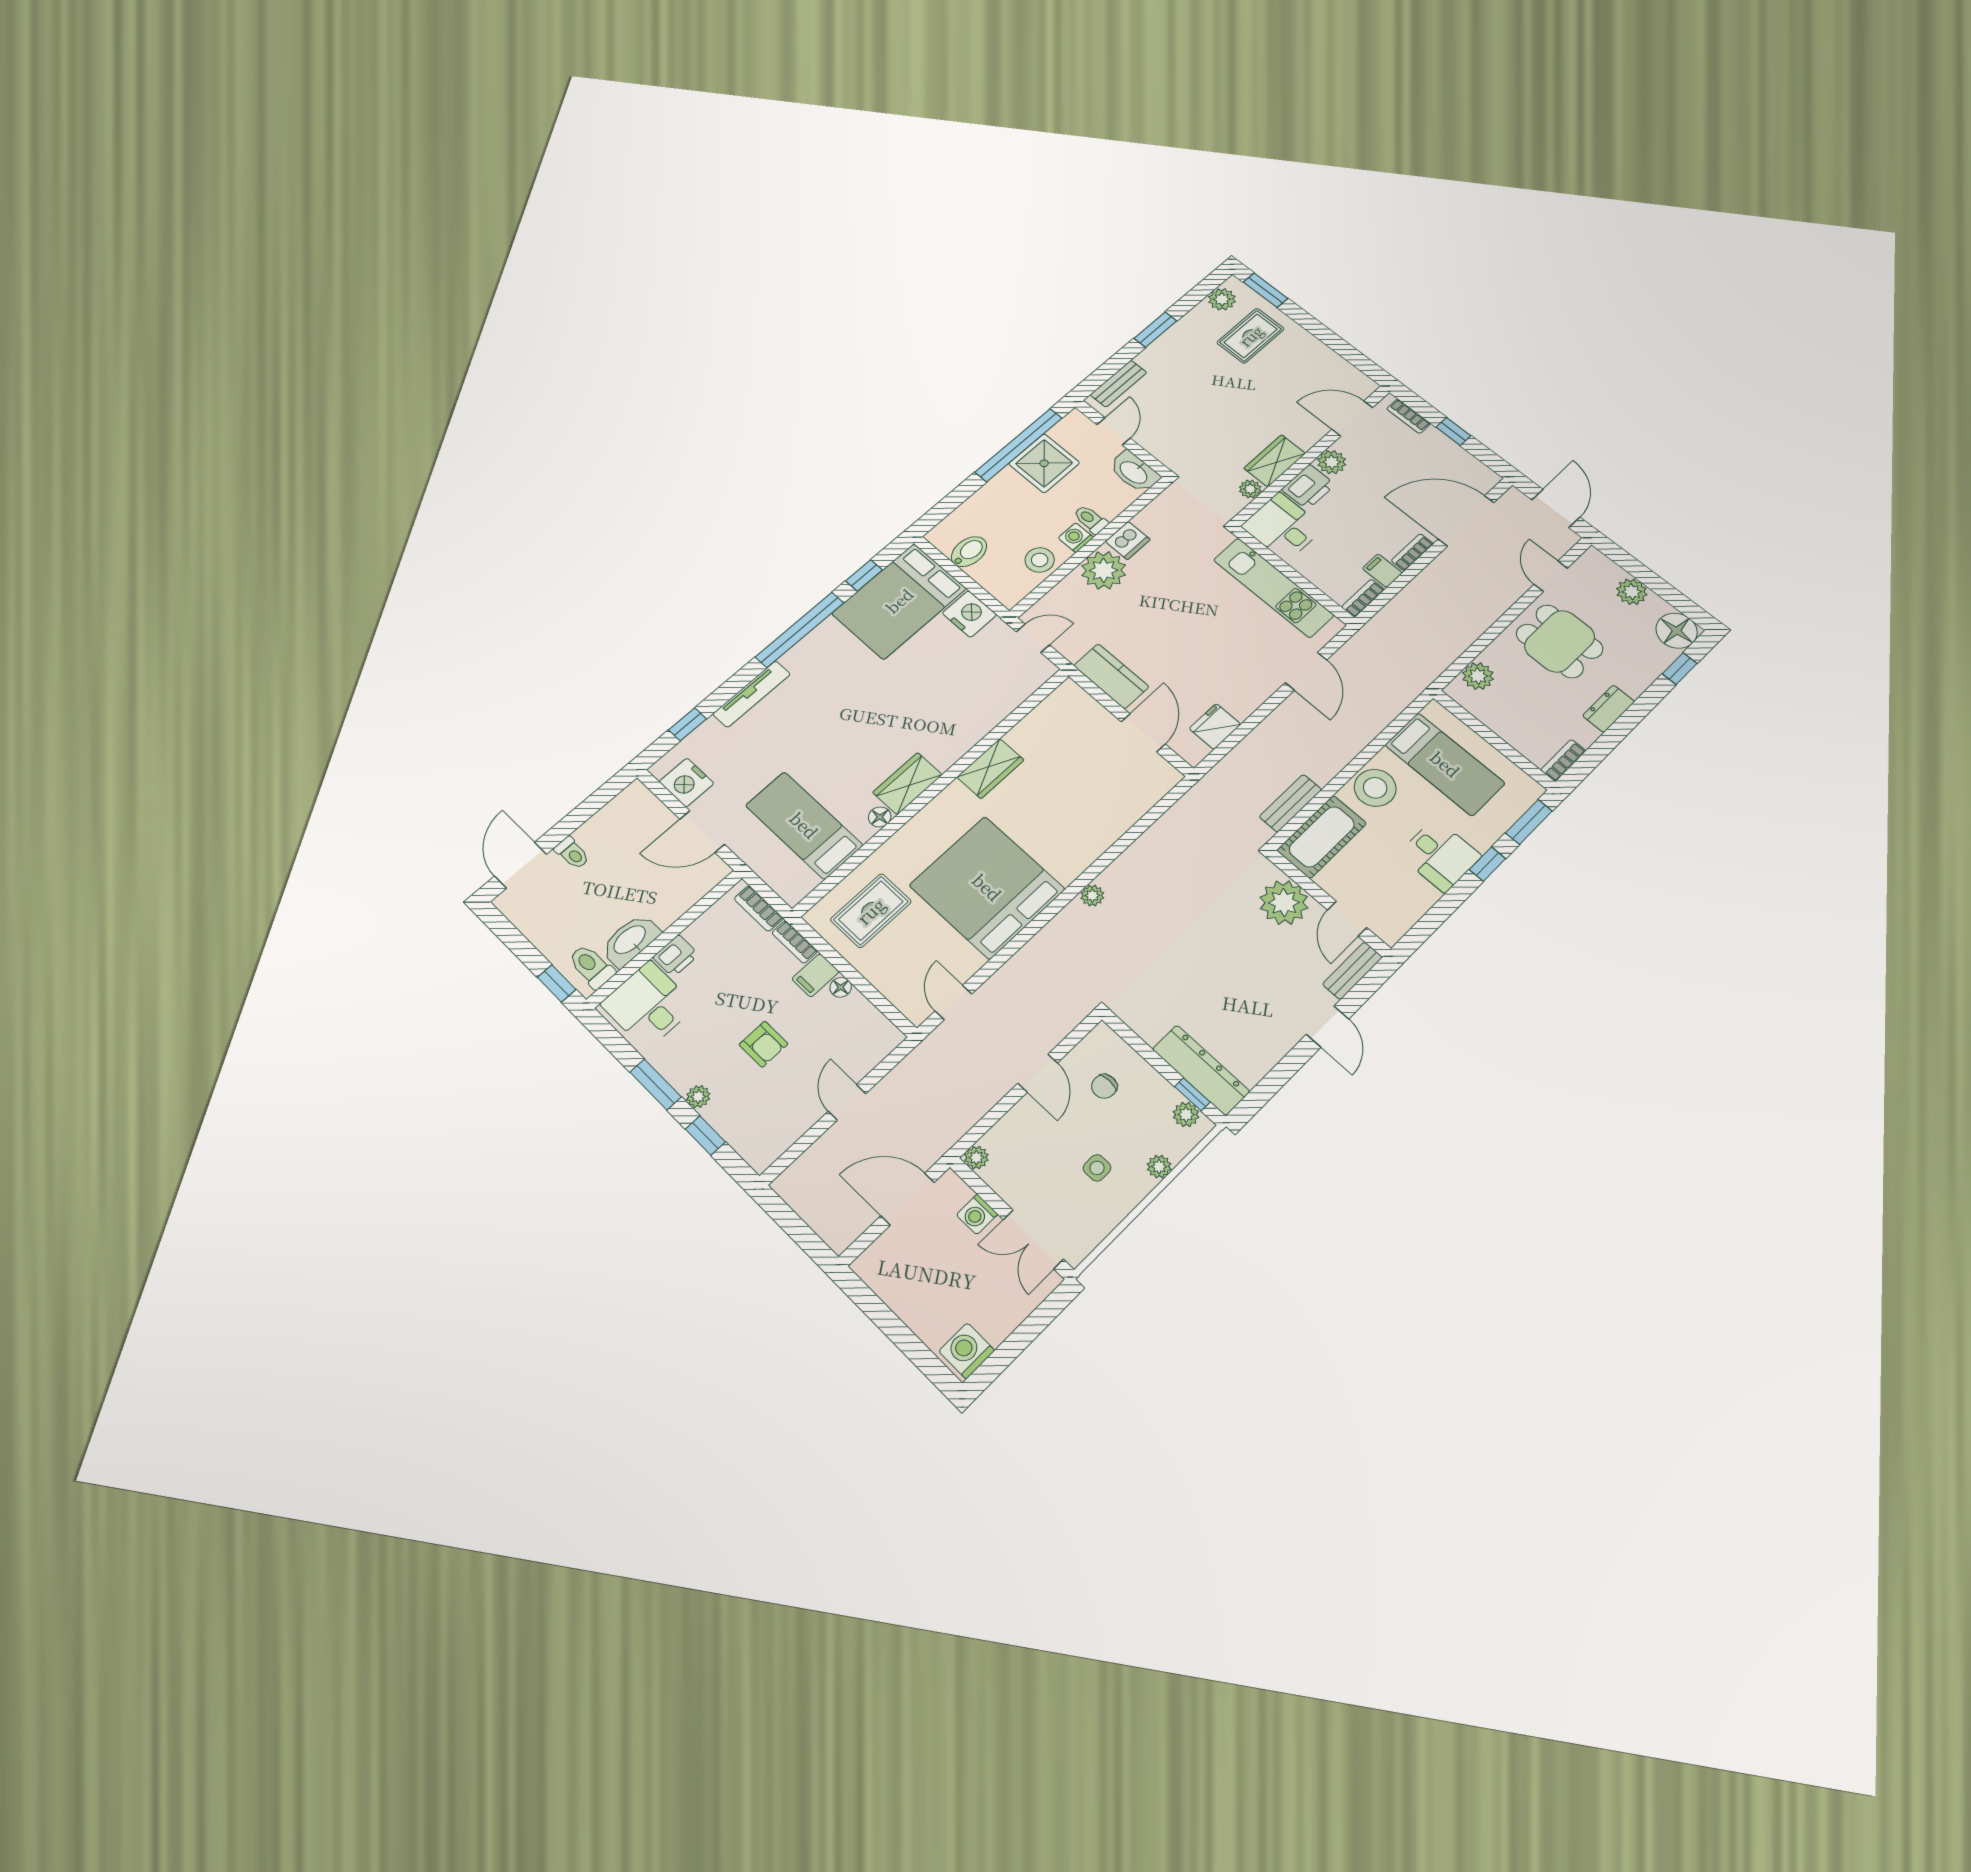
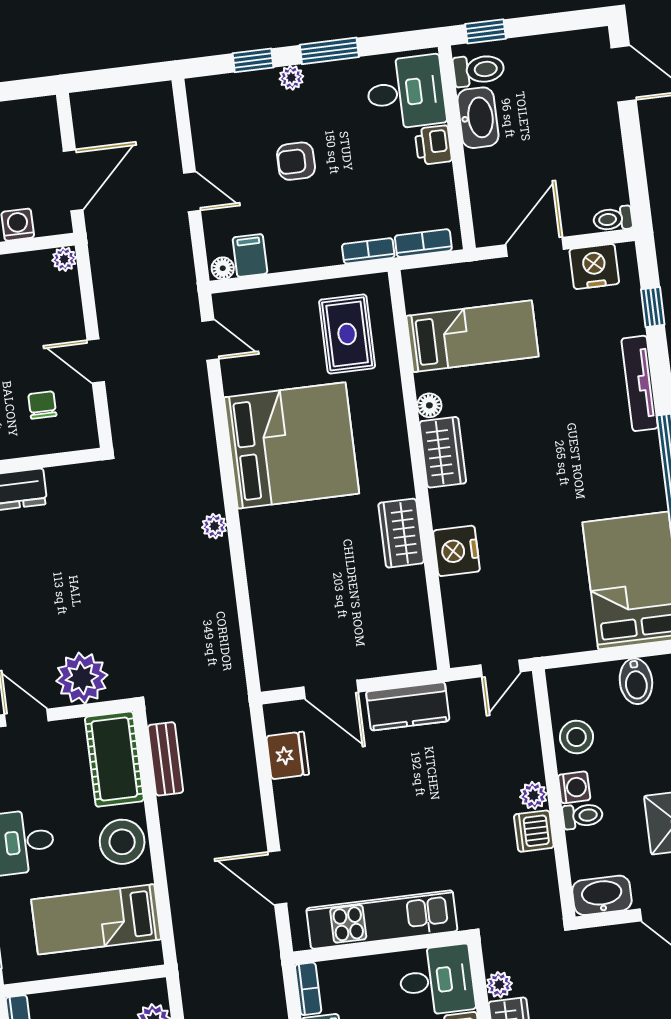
plant: (1104, 570) -> (534, 795), width x0.53, depth x0.53
nightstand: (969, 614) -> (456, 551), moved, turned 90
toilet: (572, 853) -> (613, 219), moved
filing cabinet: (815, 975) -> (250, 256), moved
floor lamp: (841, 987) -> (223, 268), moved

